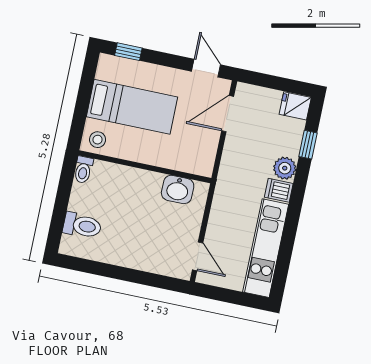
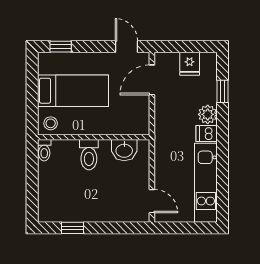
fridge: (295, 106) -> (190, 64), moved, turned -90
toilet: (82, 226) -> (89, 155), moved, turned 90
window: (97, 268) -> (72, 228), added

